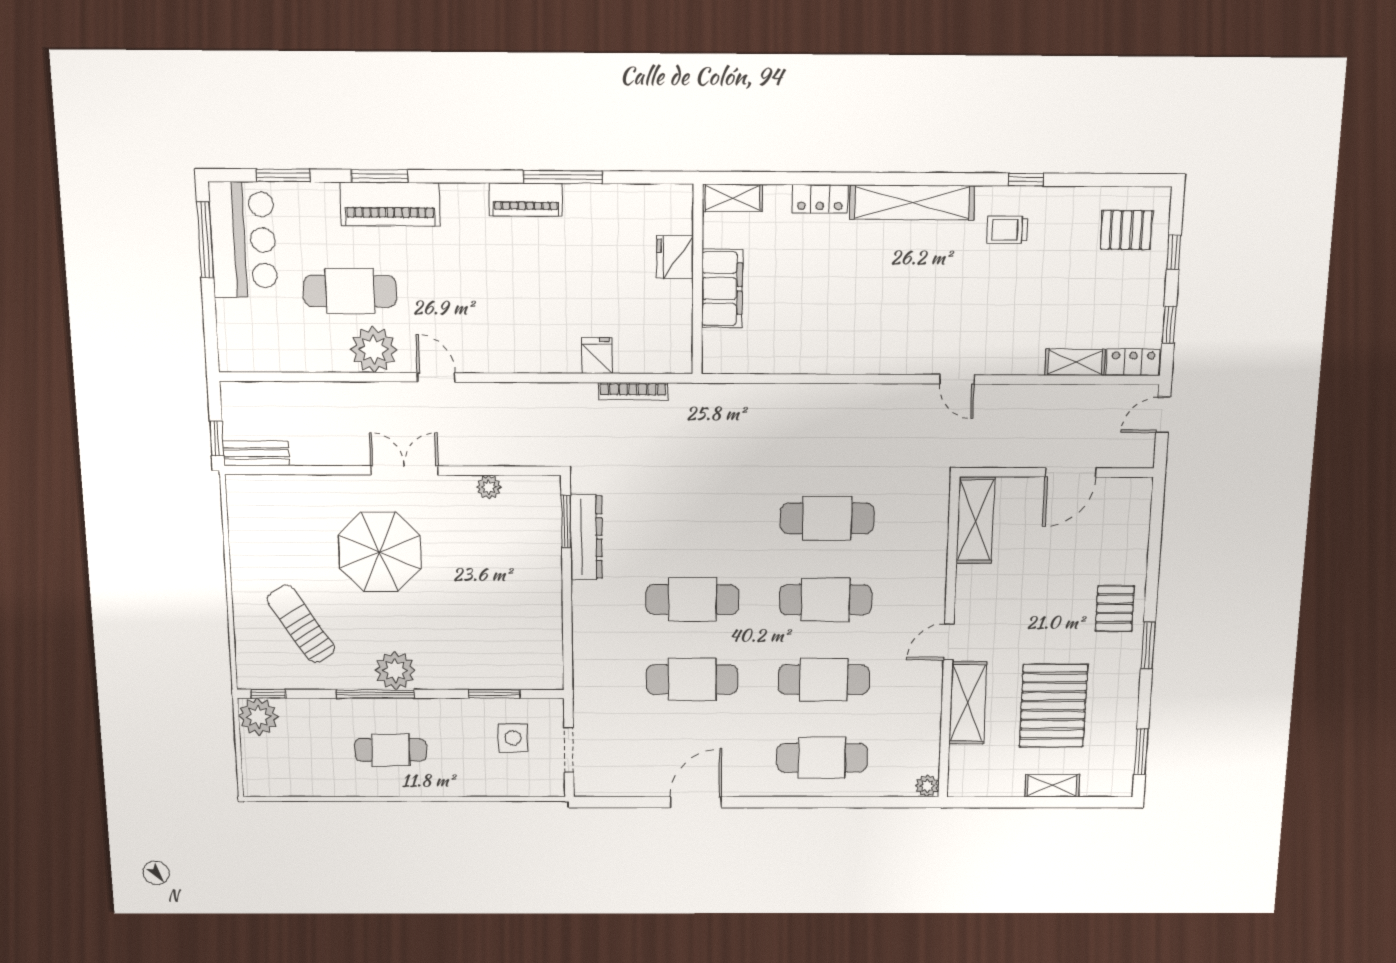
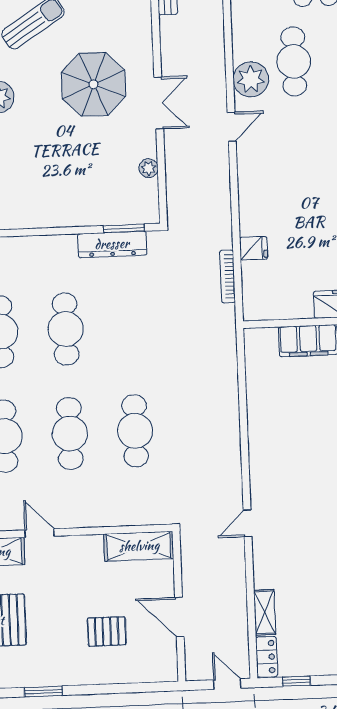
pallet: (1115, 608) -> (107, 631), moved

